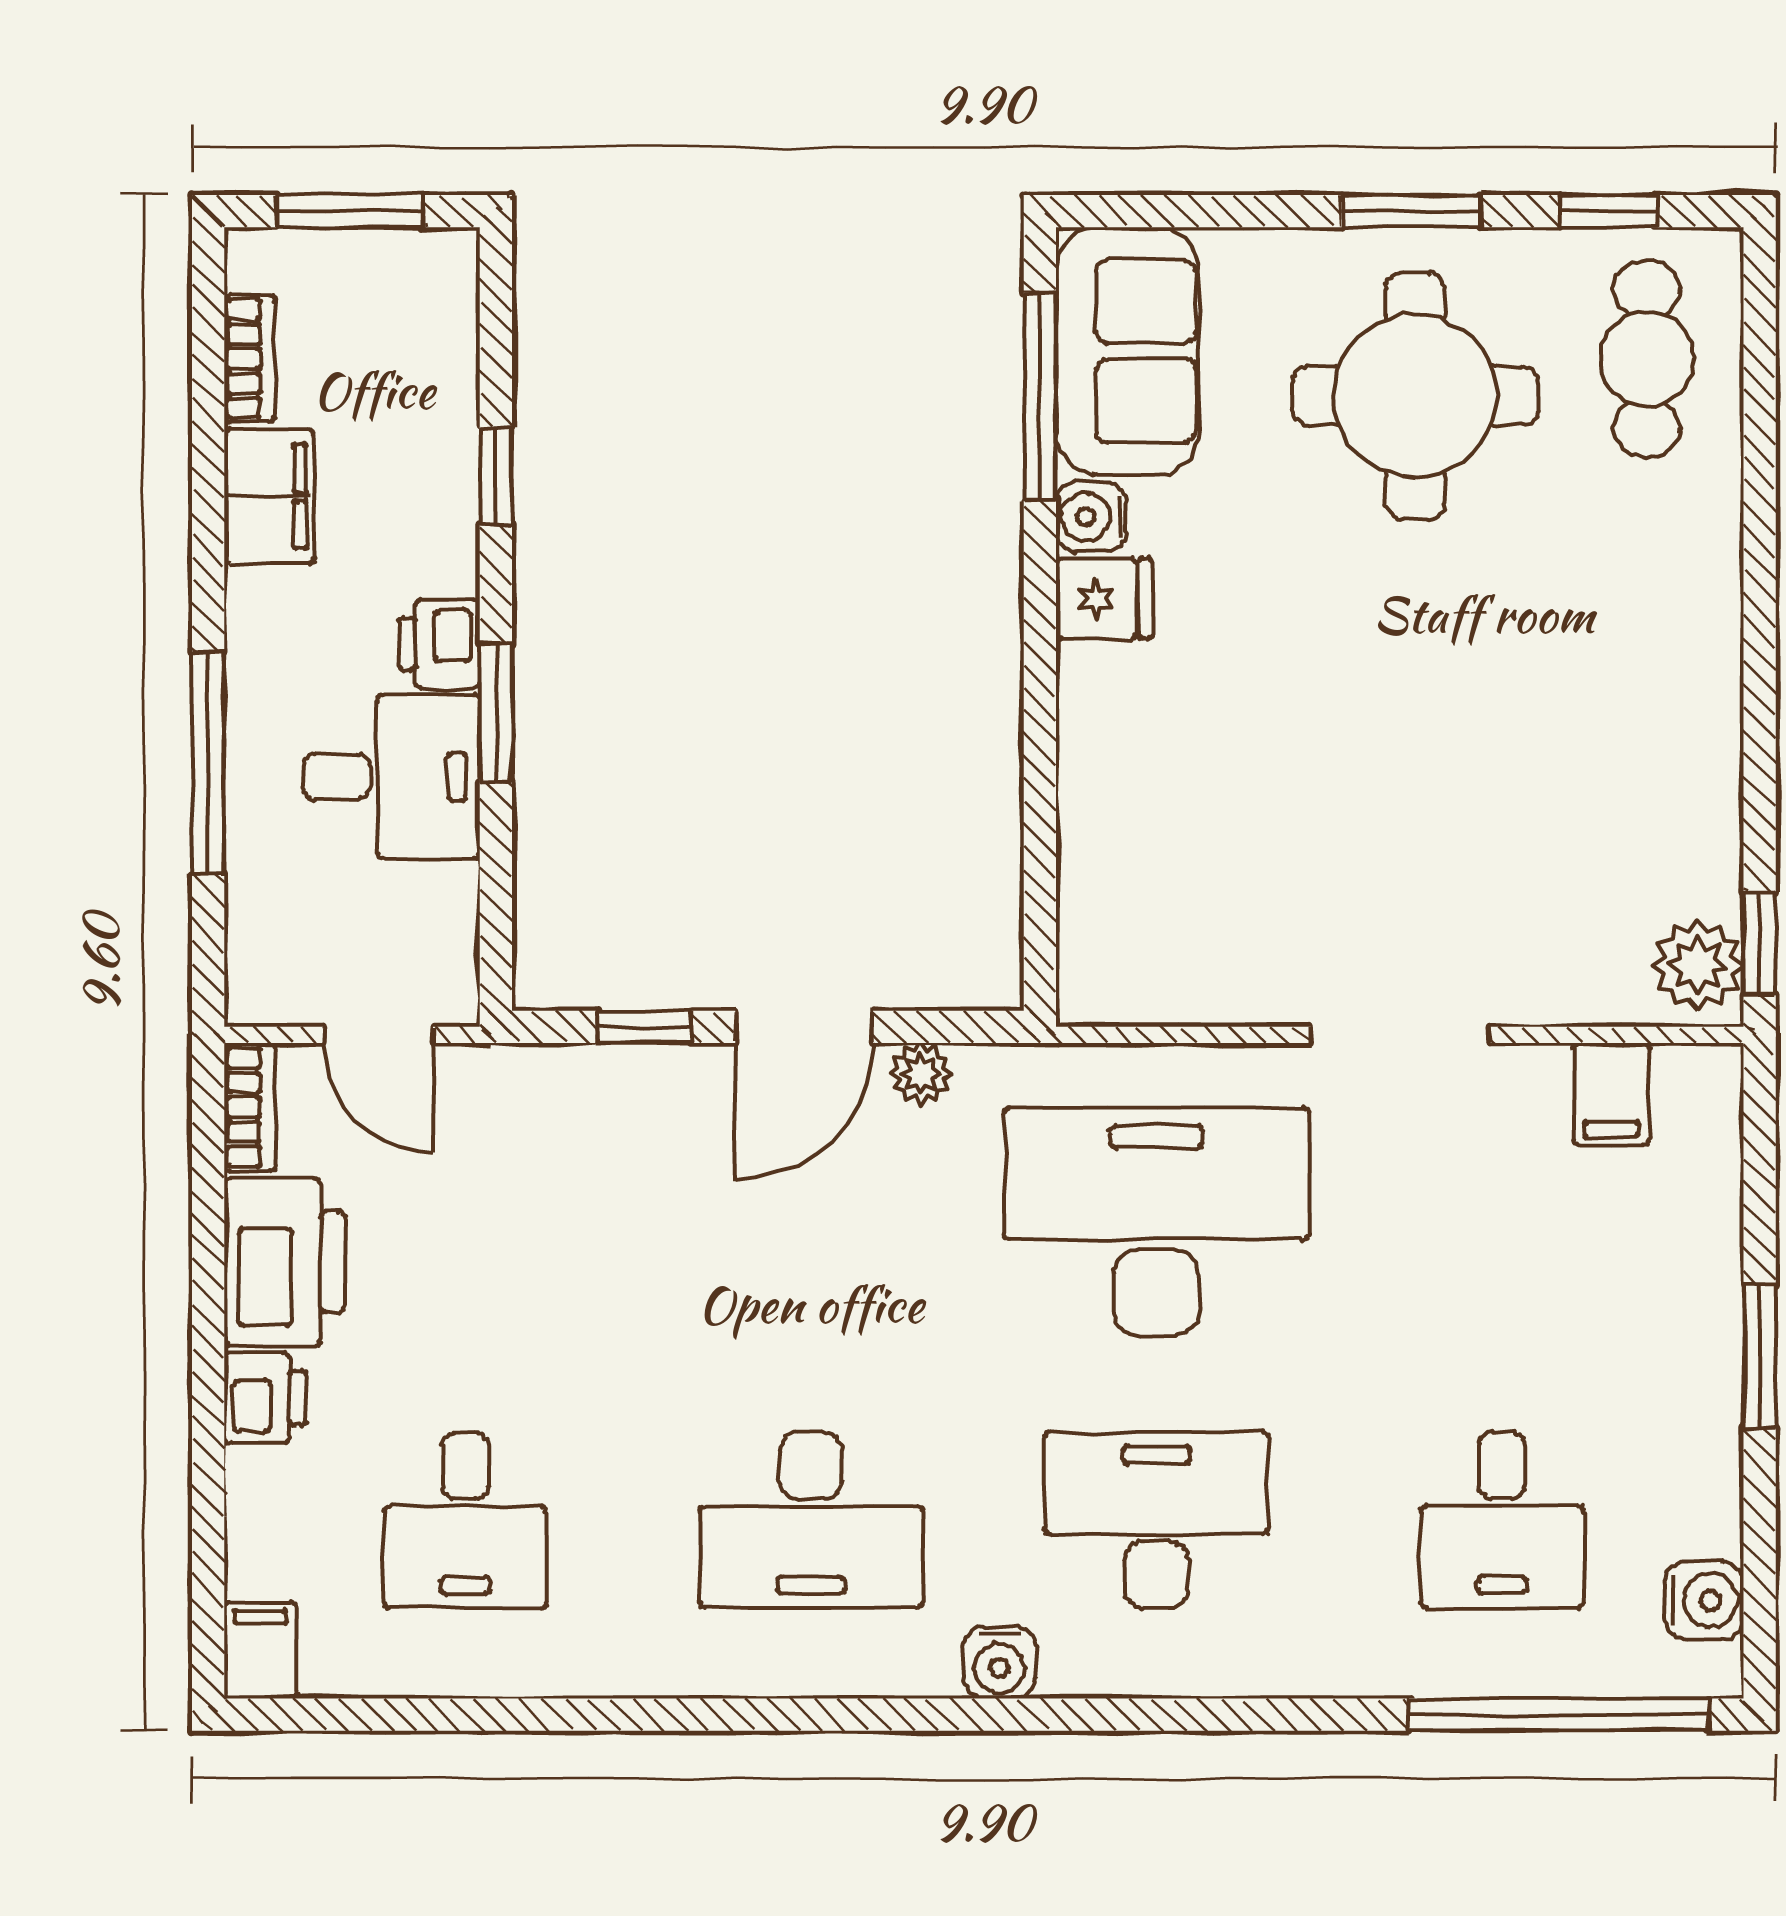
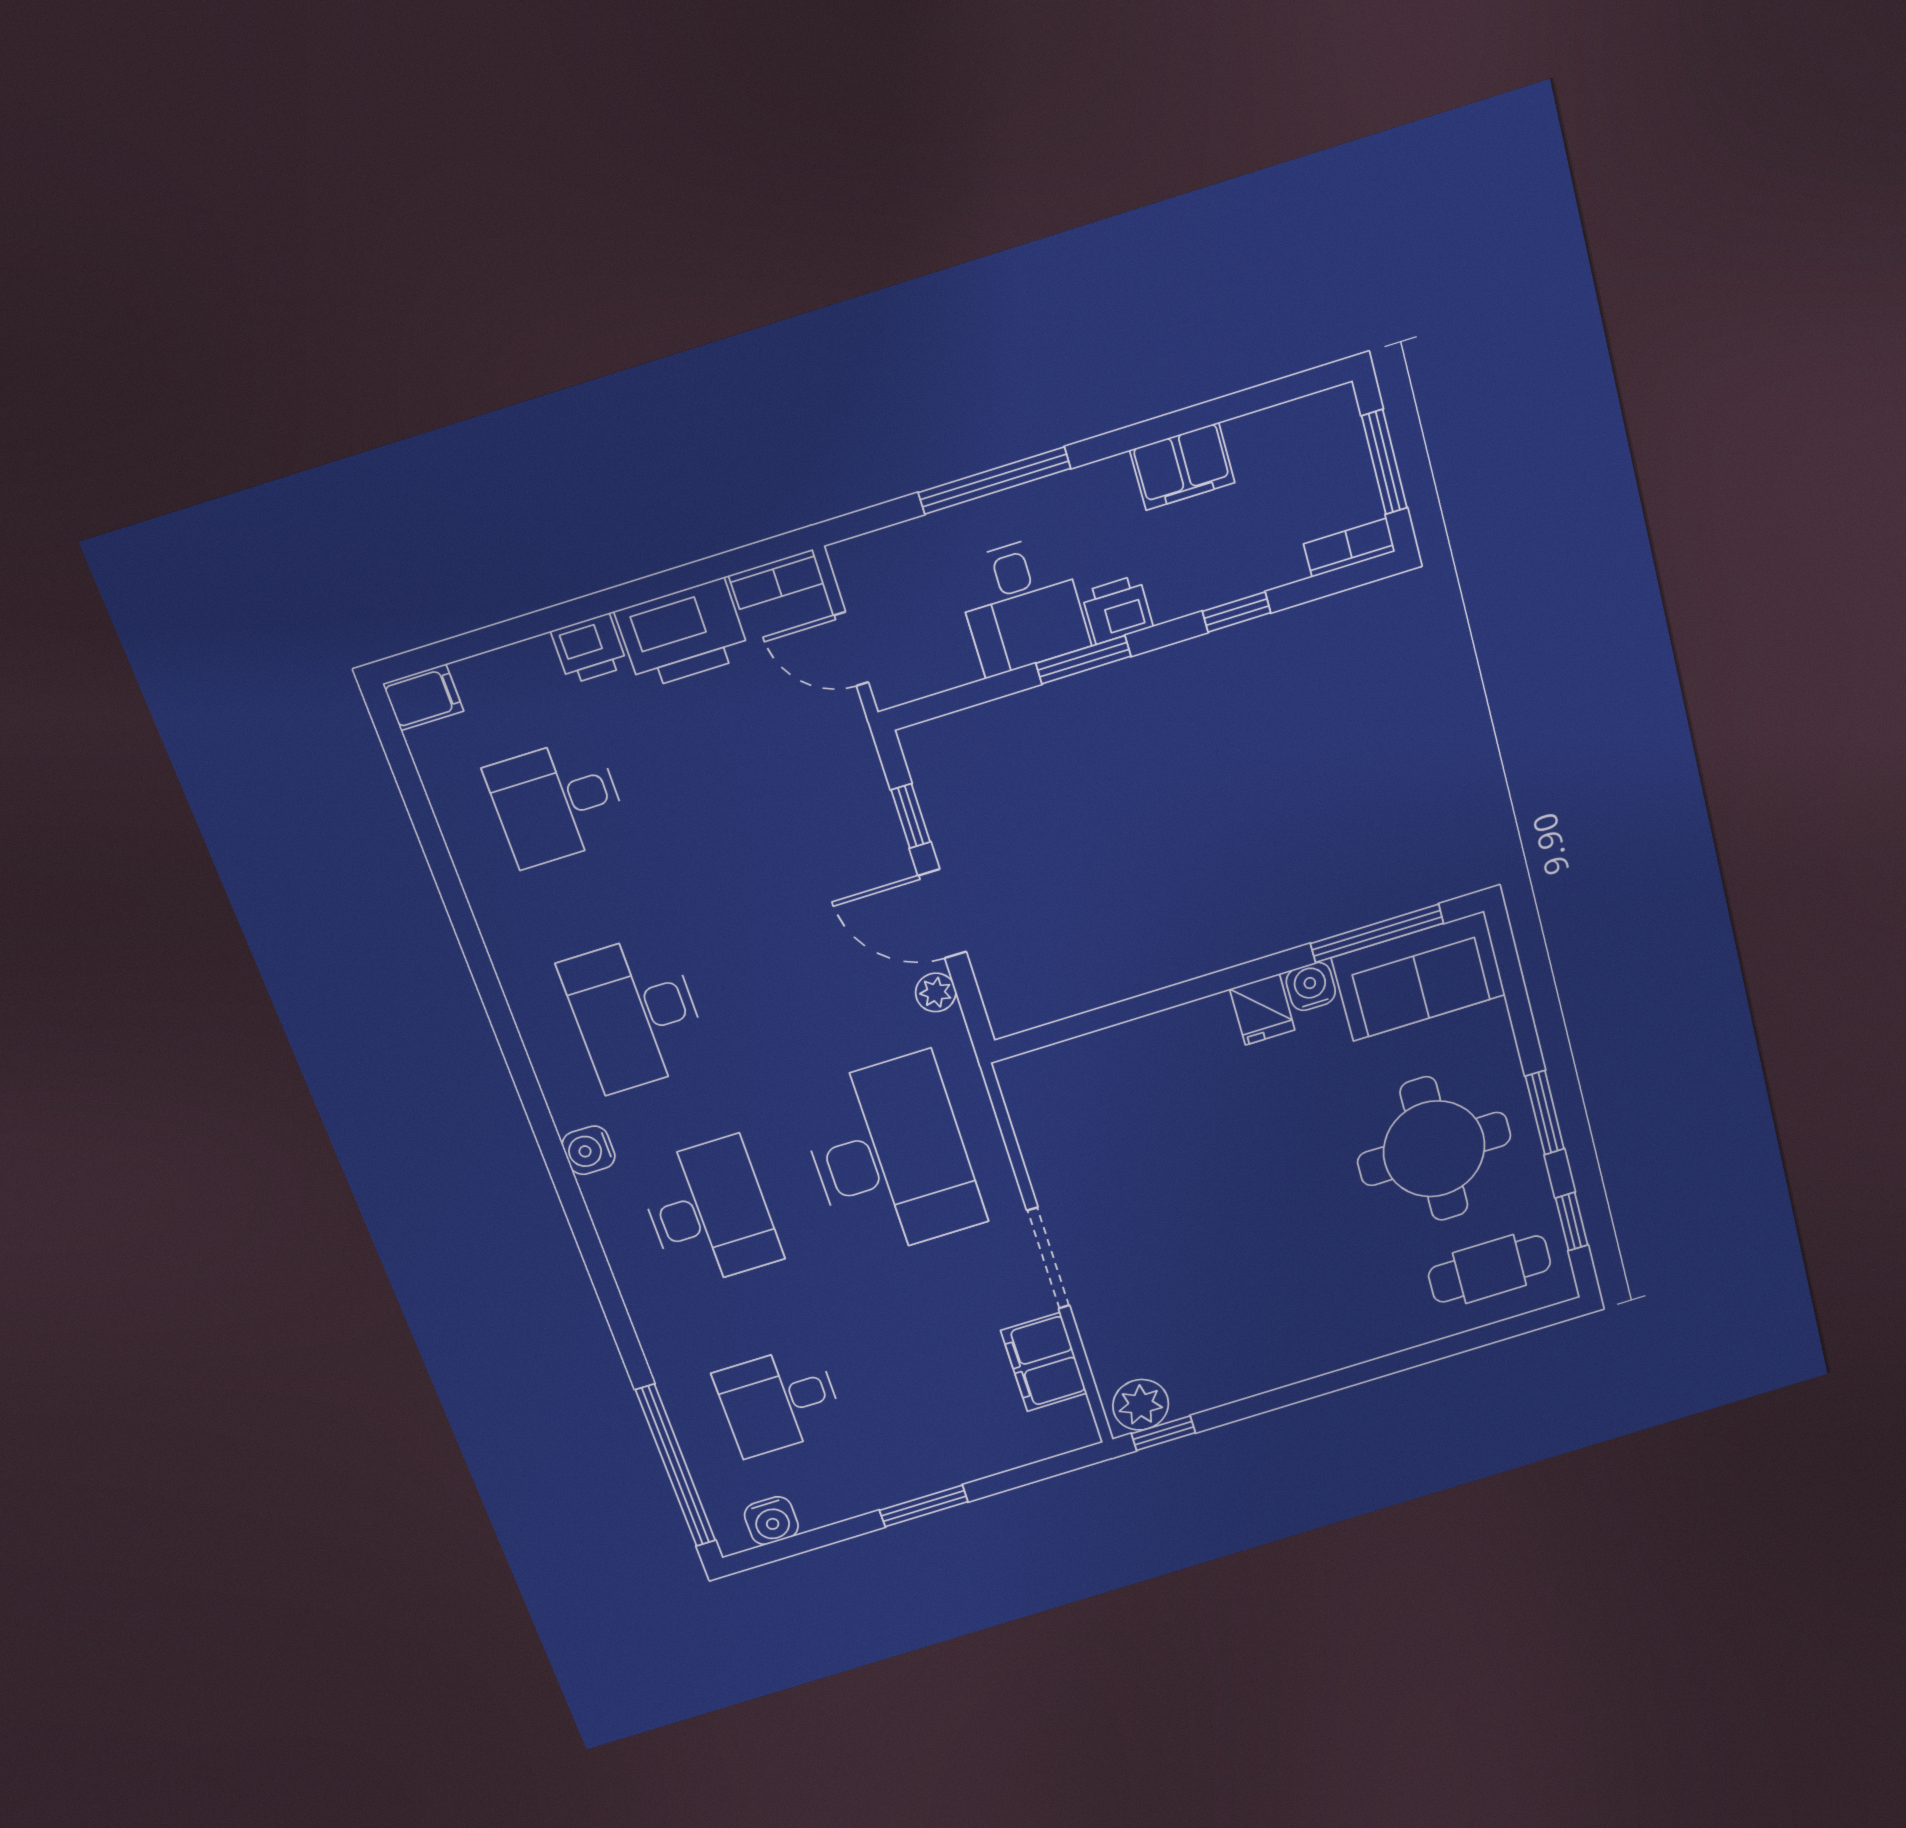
bookcase: (250, 359) -> (1349, 548), moved, turned 180
door: (378, 1035) -> (851, 649), hinge flipped
filing cabinet: (1611, 1094) -> (1044, 1362), width x2.00

